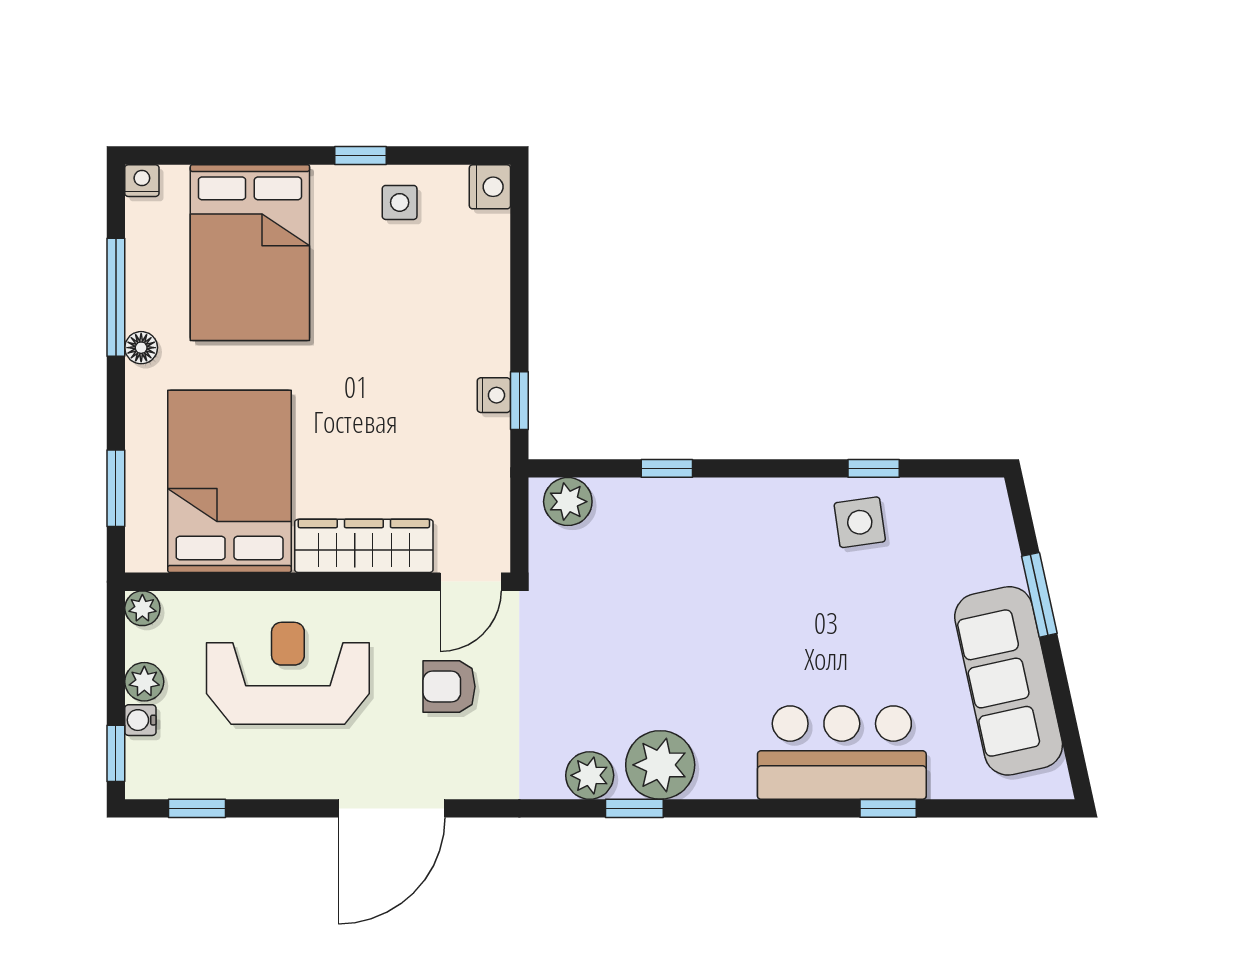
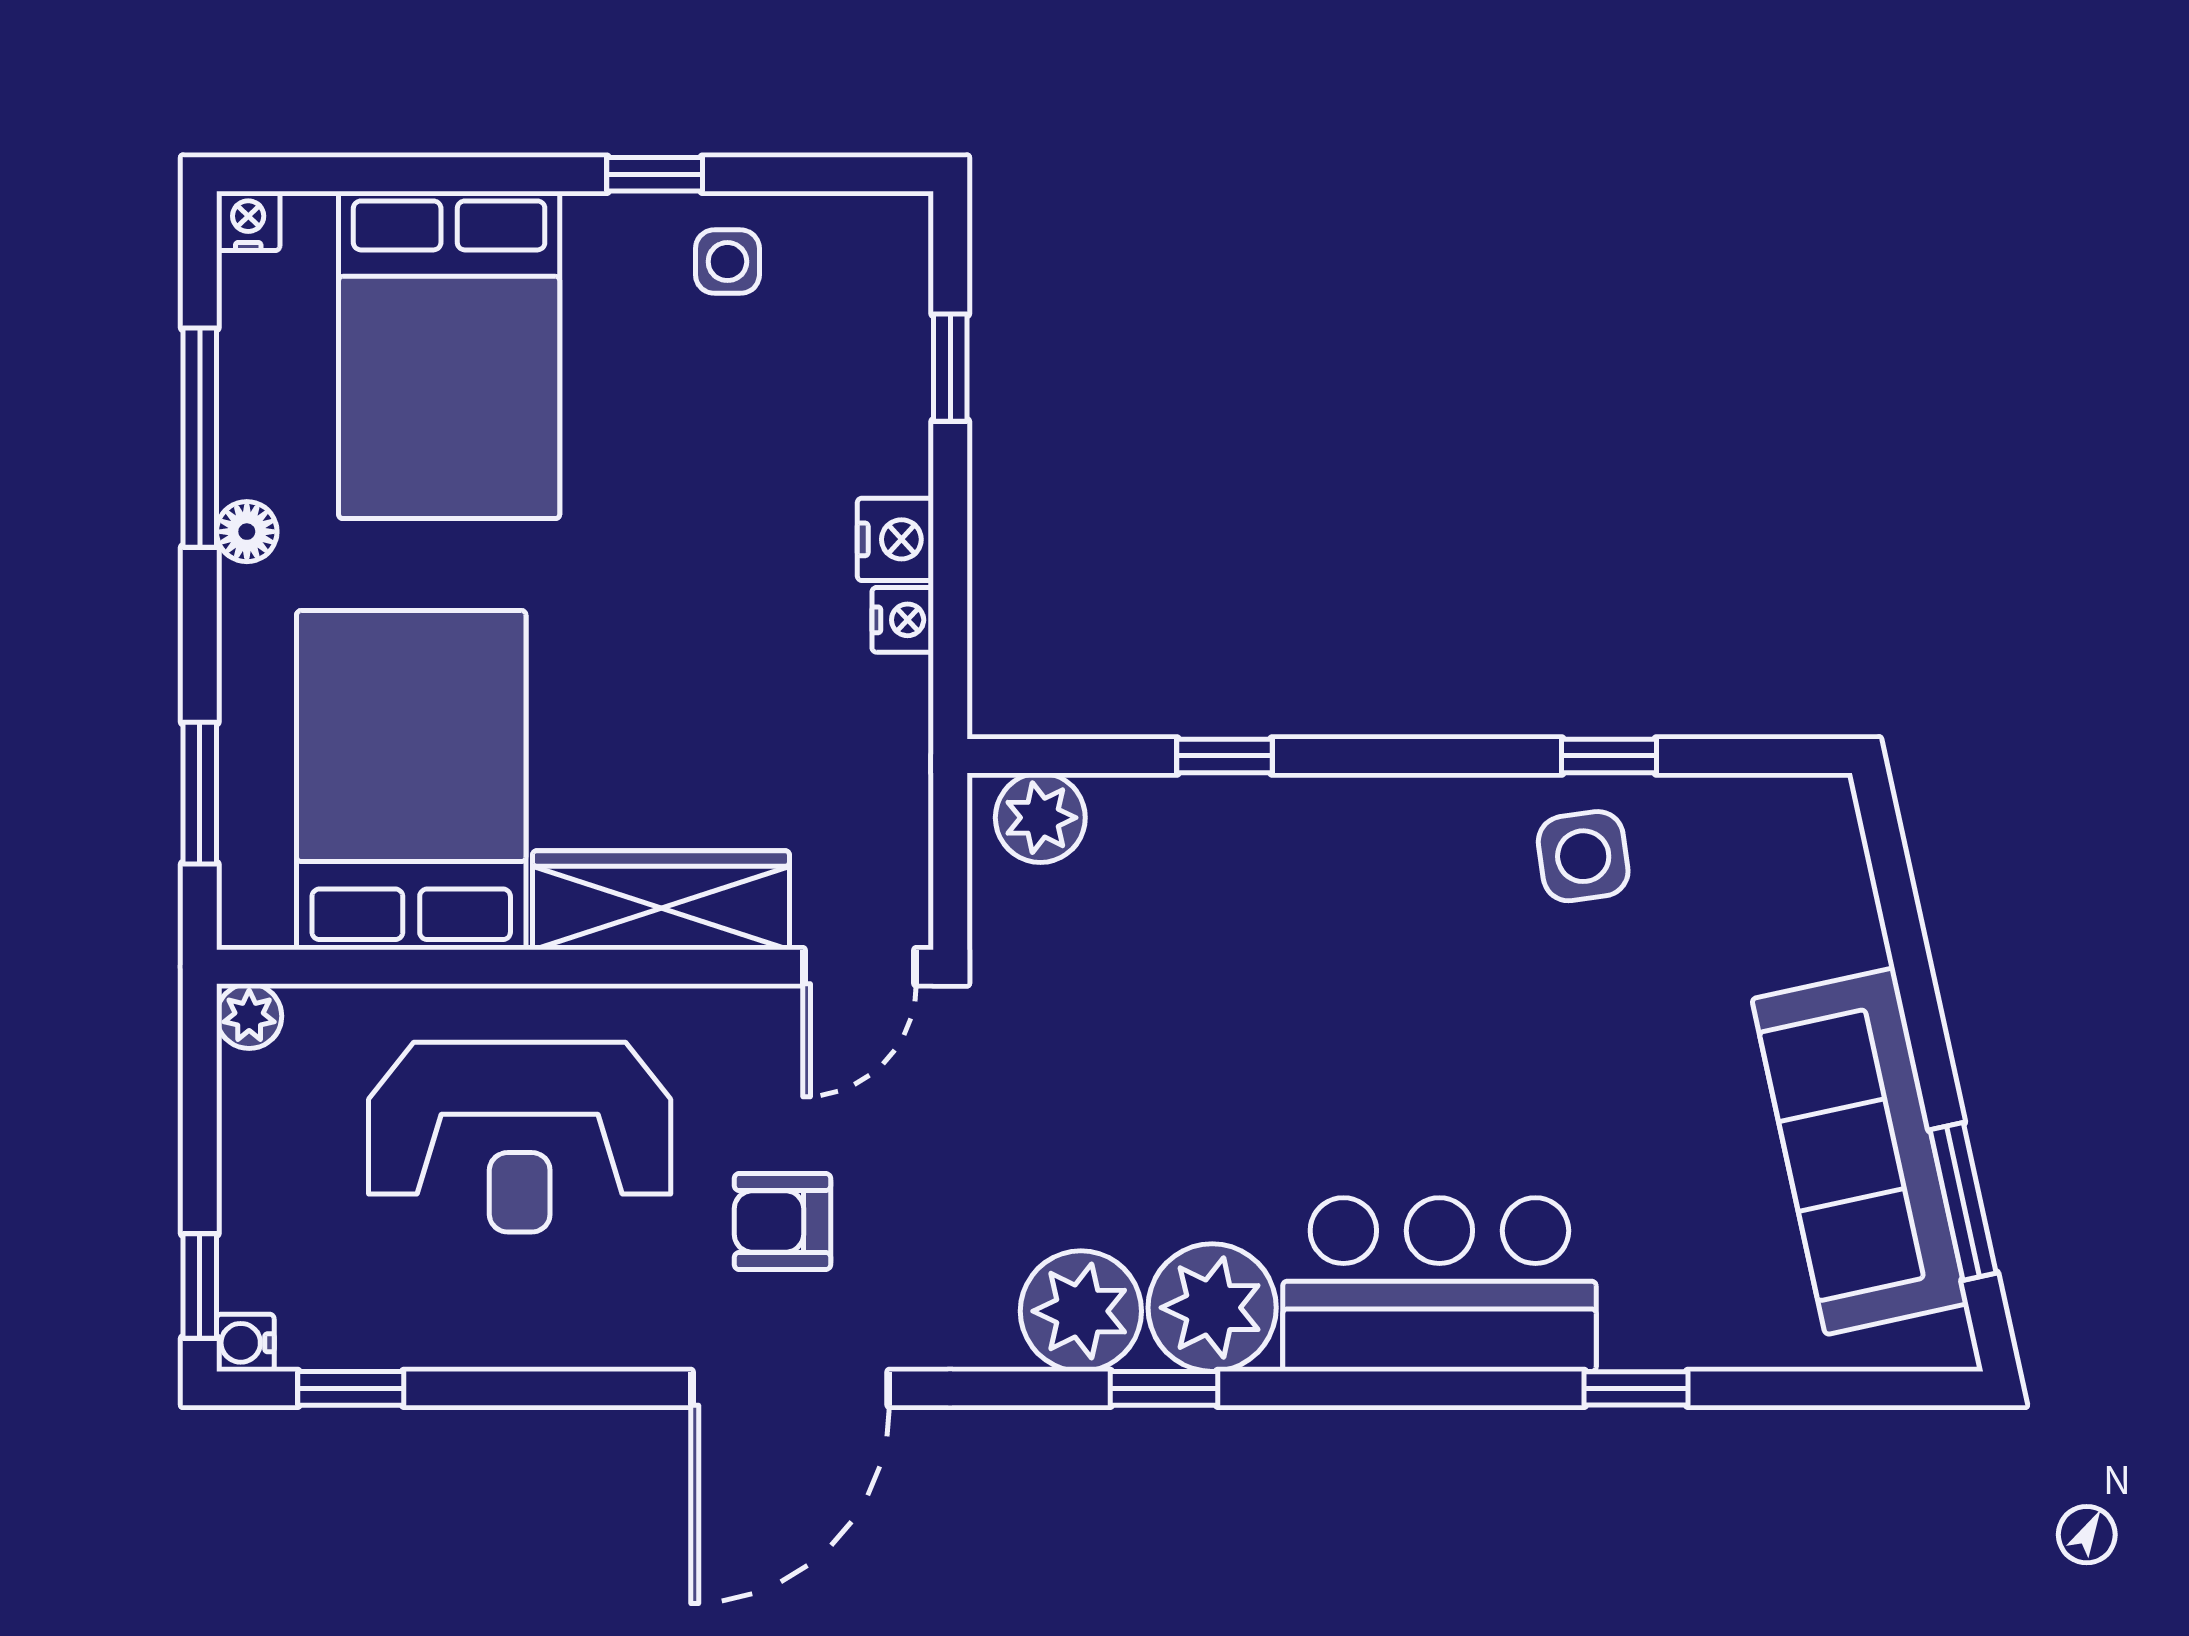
nightstand: (490, 187) -> (895, 539), moved
window: (519, 401) -> (950, 368), moved
window: (1039, 595) -> (1963, 1201), moved
reception desk: (288, 673) -> (520, 1137), turned 180
plant: (144, 682) -> (253, 1153), removed
armchair: (449, 687) -> (782, 1222), moved
water cooler: (140, 720) -> (245, 1343), moved
bar counter: (842, 753) -> (1439, 1285), moved
plant: (590, 775) -> (1081, 1311), width x1.36, depth x1.36
door: (392, 808) -> (790, 1388), moved

